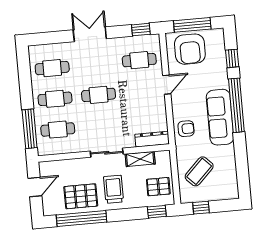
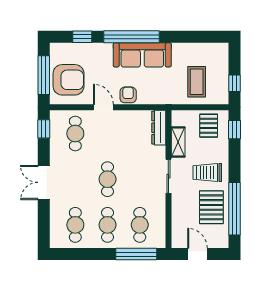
armchair: (186, 129) -> (128, 95), moved
coffee table: (199, 171) -> (197, 82), turned 45

